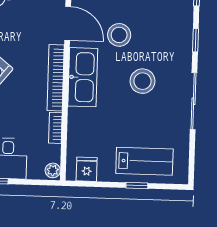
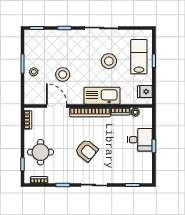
door: (68, 23) -> (57, 106), hinge flipped
kitchen sink: (83, 77) -> (102, 96), moved
stool: (143, 81) -> (109, 61), moved
plant: (53, 170) -> (135, 112), moved

